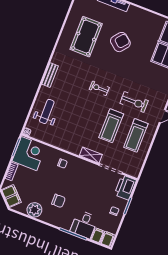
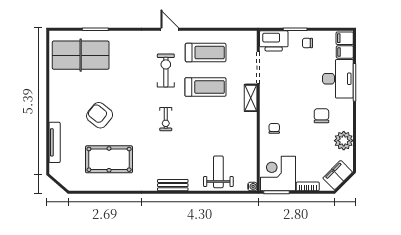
weight bench: (47, 111) -> (218, 172), turned 90
desk: (84, 224) -> (338, 79), width x1.37

